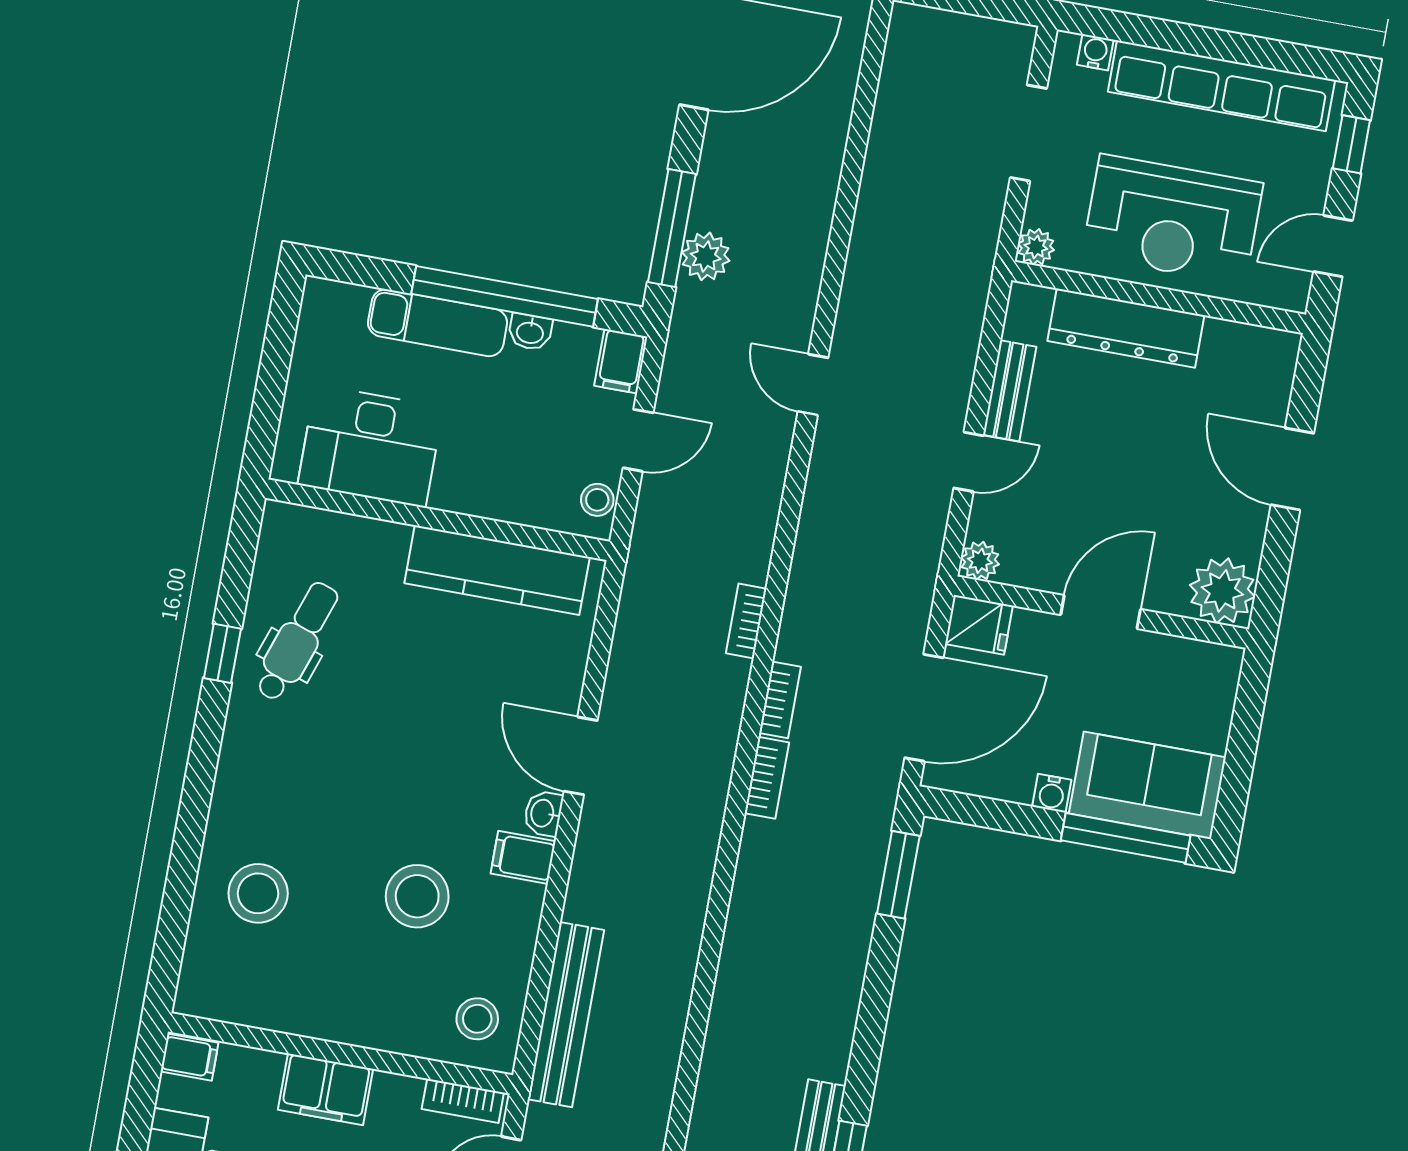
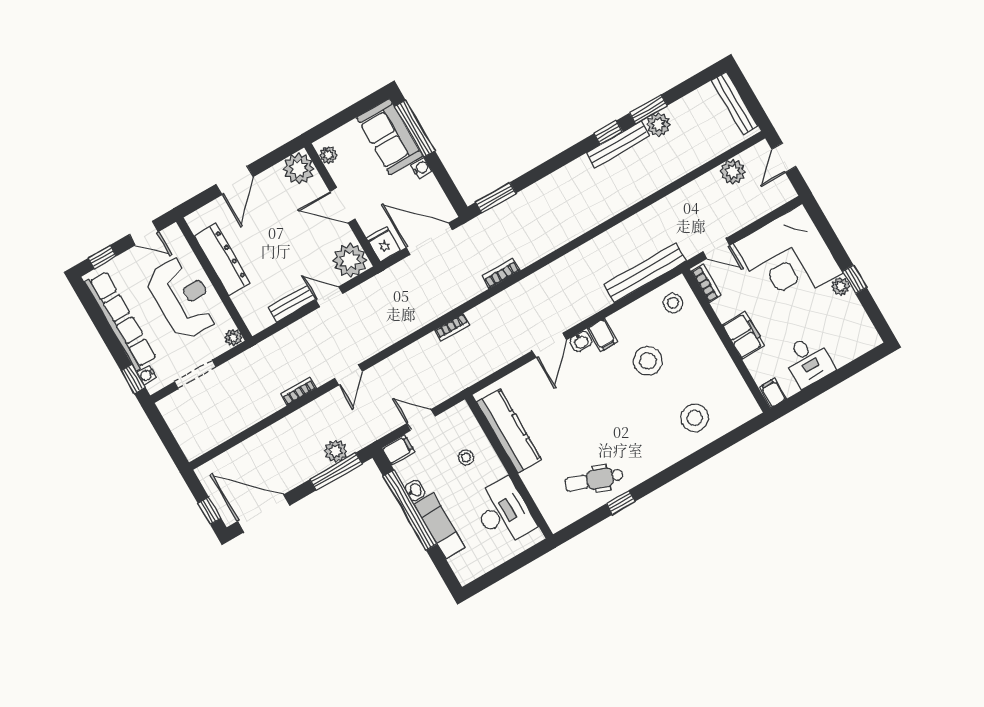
window: (1108, 24) -> (133, 379), added
dresser: (1126, 328) -> (222, 259), moved
stool: (597, 500) -> (466, 458), moved
plant: (980, 561) -> (350, 260), width x1.88, depth x1.88
plant: (1203, 659) -> (328, 155), added
bookcase: (780, 700) -> (298, 391), moved

